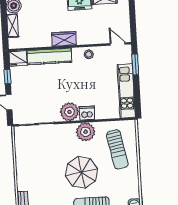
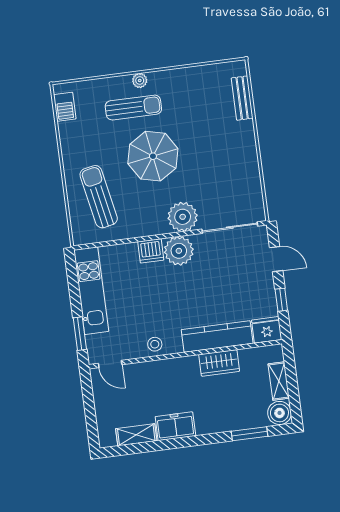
wardrobe: (64, 39) -> (219, 363), moved
plant: (86, 132) -> (183, 217), moved

